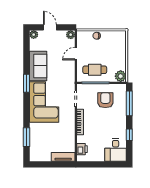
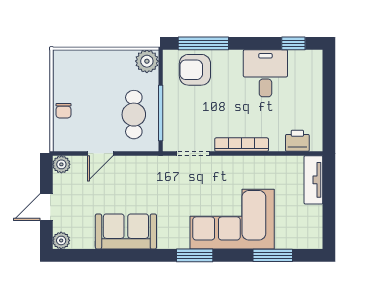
door: (76, 54) -> (100, 154), hinge flipped
window: (26, 83) -> (195, 255), moved
armchair: (105, 100) -> (195, 70), moved
corner sofa: (44, 102) -> (232, 219), moved
window: (129, 135) -> (293, 43), moved
desk: (116, 150) -> (265, 73), moved, turned -90

